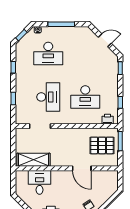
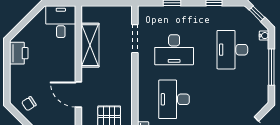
shelving: (33, 160) -> (90, 45), moved
door: (82, 168) -> (78, 95), hinge flipped
desk: (40, 182) -> (61, 22), moved, turned -90

